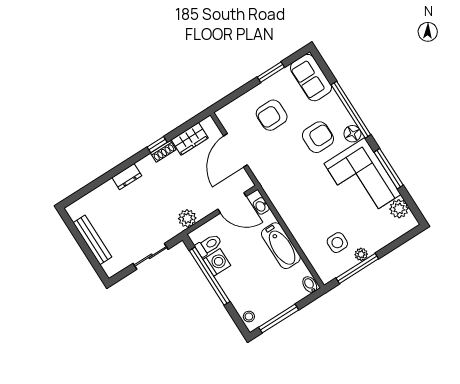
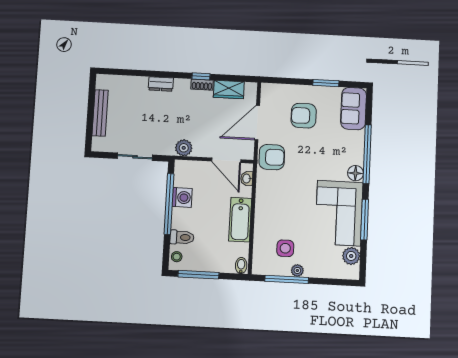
armchair: (318, 137) -> (272, 157), moved
toilet: (209, 245) -> (182, 237), moved

